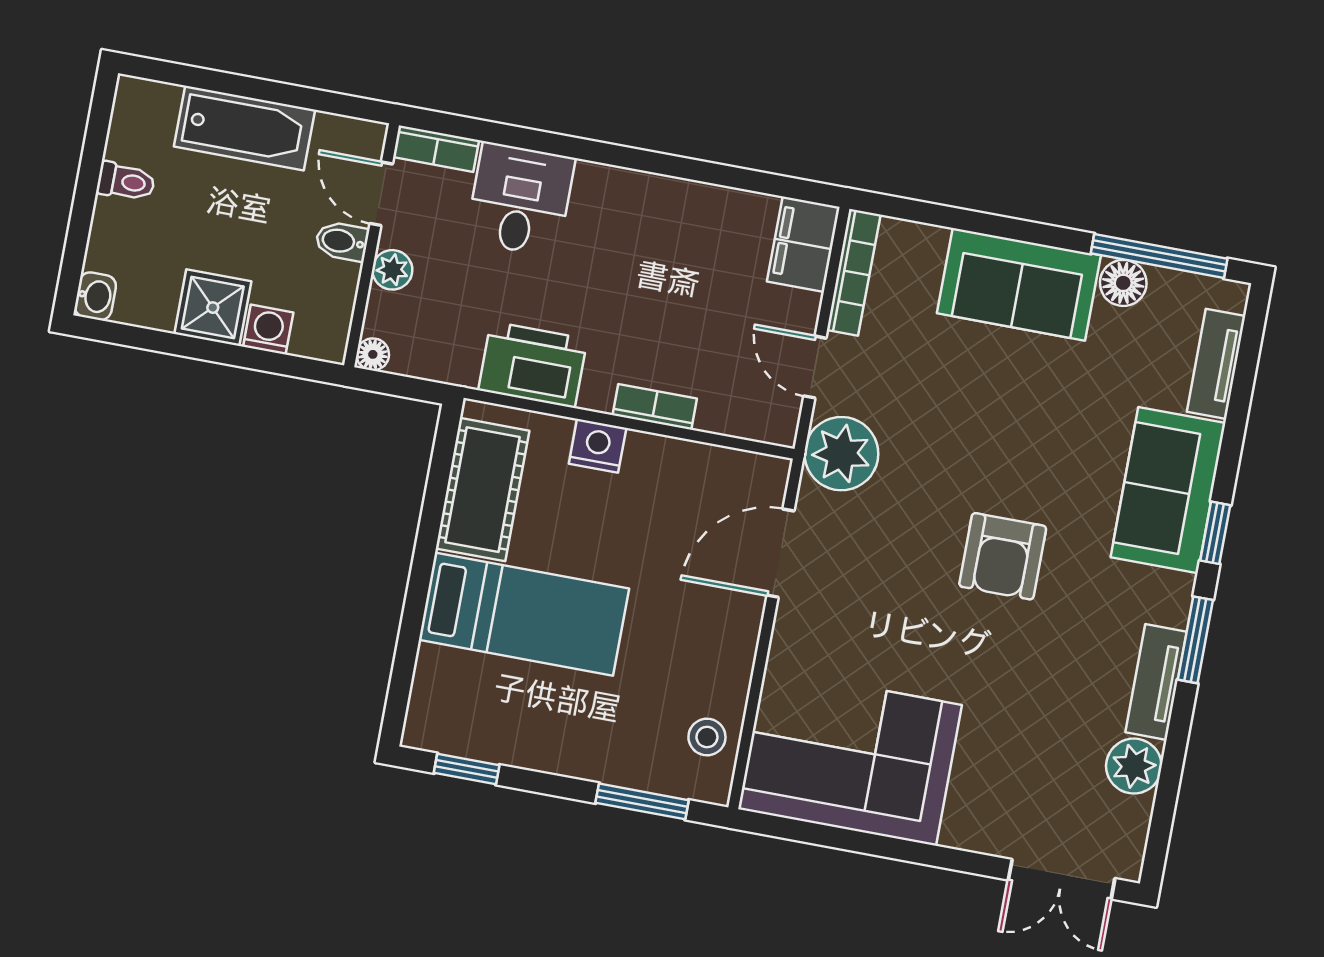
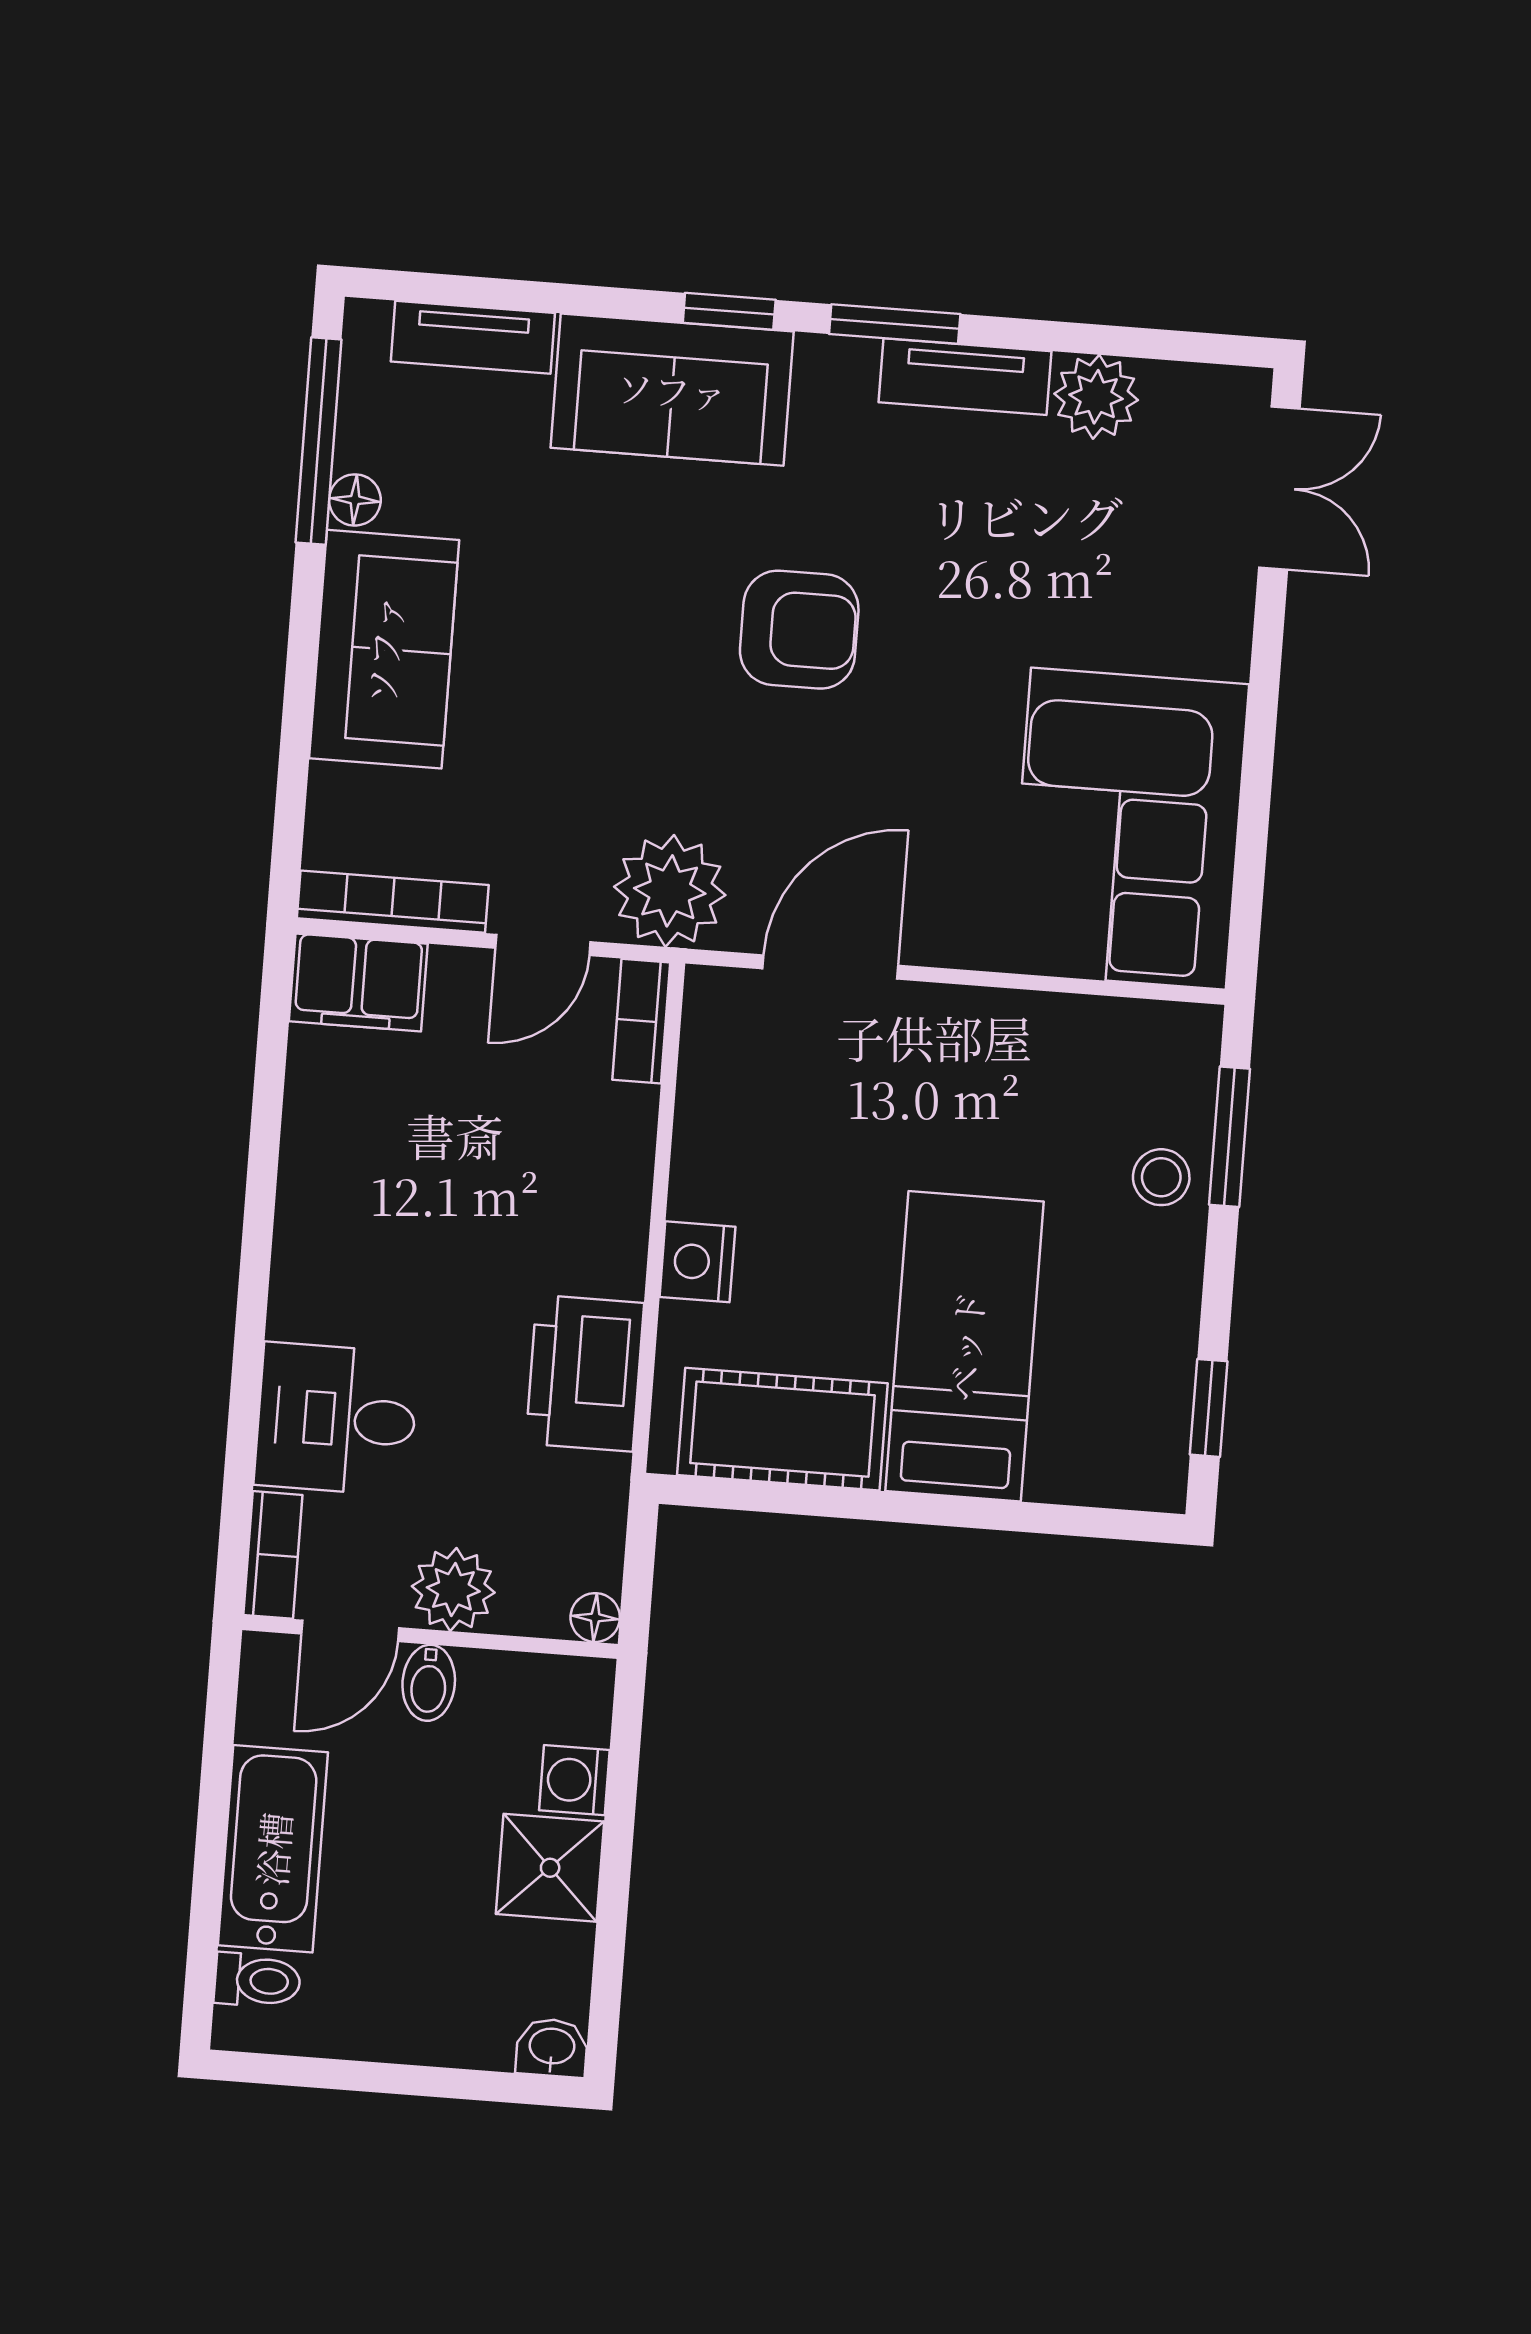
toilet: (126, 182) -> (257, 1980), moved, turned 90
plant: (392, 270) -> (453, 1589), width x1.38, depth x1.38
floor lamp: (1123, 283) -> (355, 500), width x0.73, depth x0.73
bookcase: (655, 407) -> (641, 1021), moved
door: (781, 553) -> (830, 967), swing flipped
stool: (707, 737) -> (1161, 1177), moved

